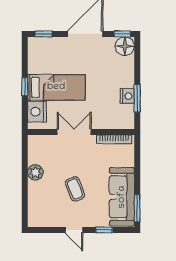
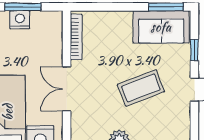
coffee table: (75, 189) -> (141, 88), width x1.36, depth x1.30
sofa: (122, 197) -> (161, 27), width x0.73

